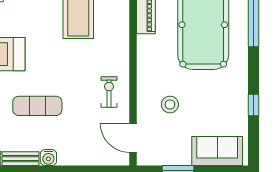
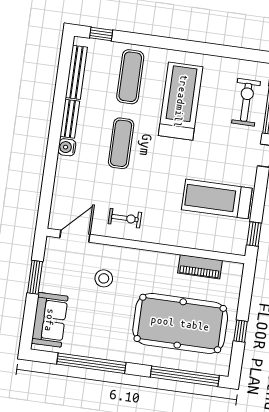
window: (253, 105) -> (91, 363), width x3.17

